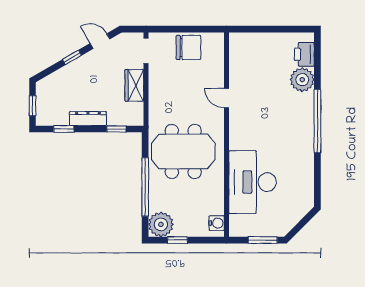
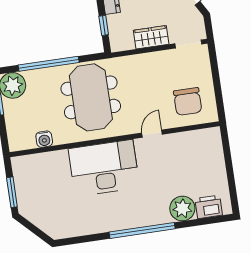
chair: (188, 47) -> (188, 101), moved
desk: (253, 182) -> (104, 168), moved
water cooler: (217, 223) -> (44, 139), moved

